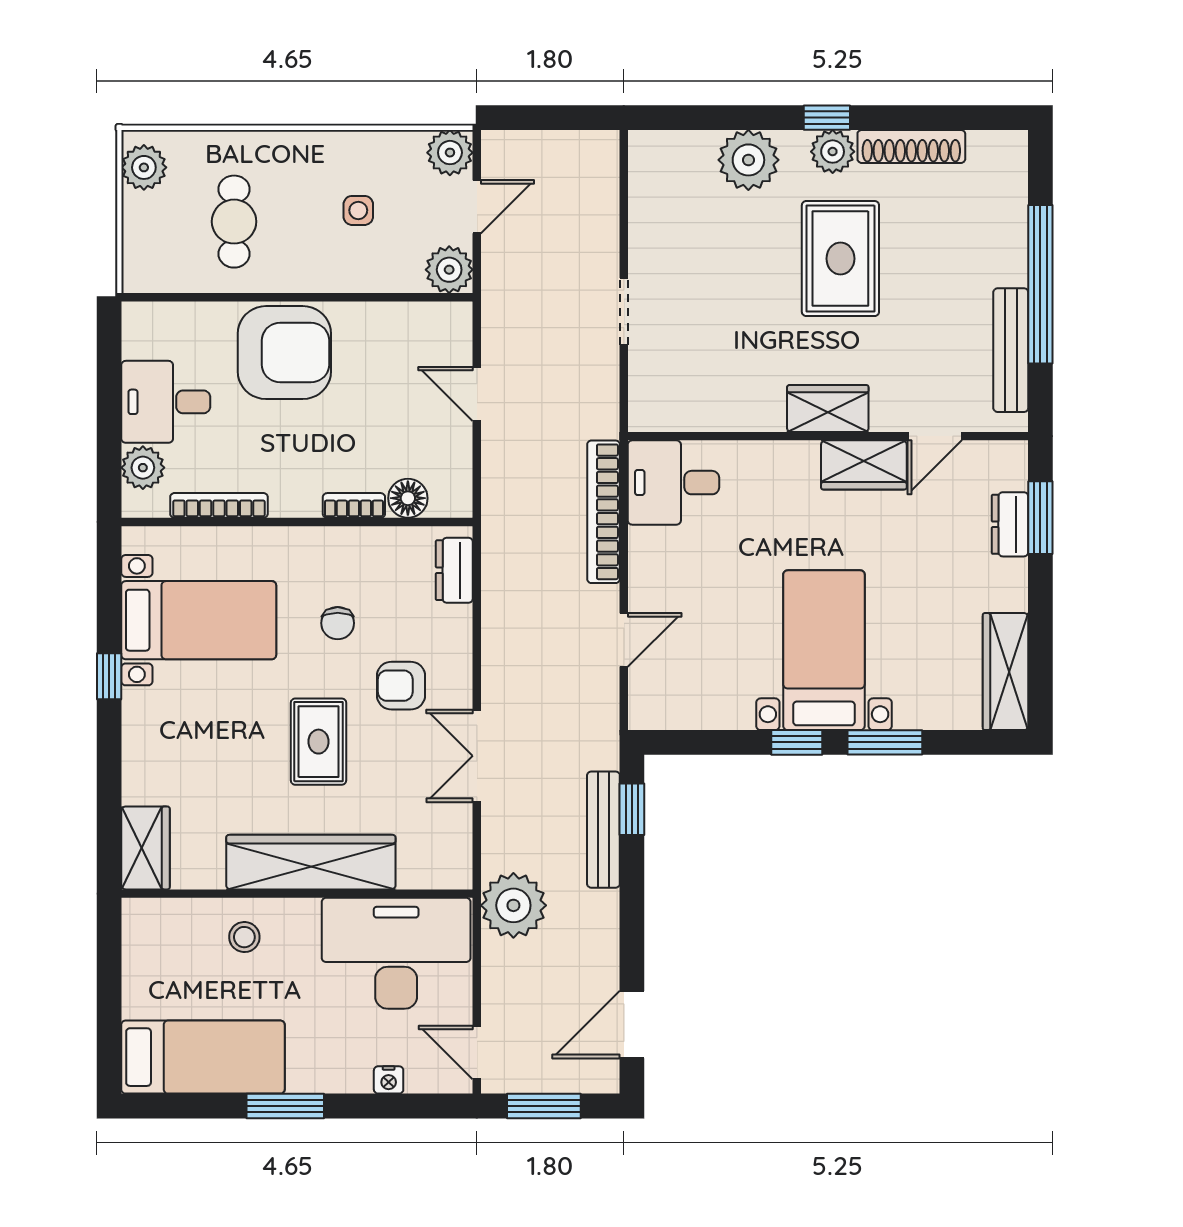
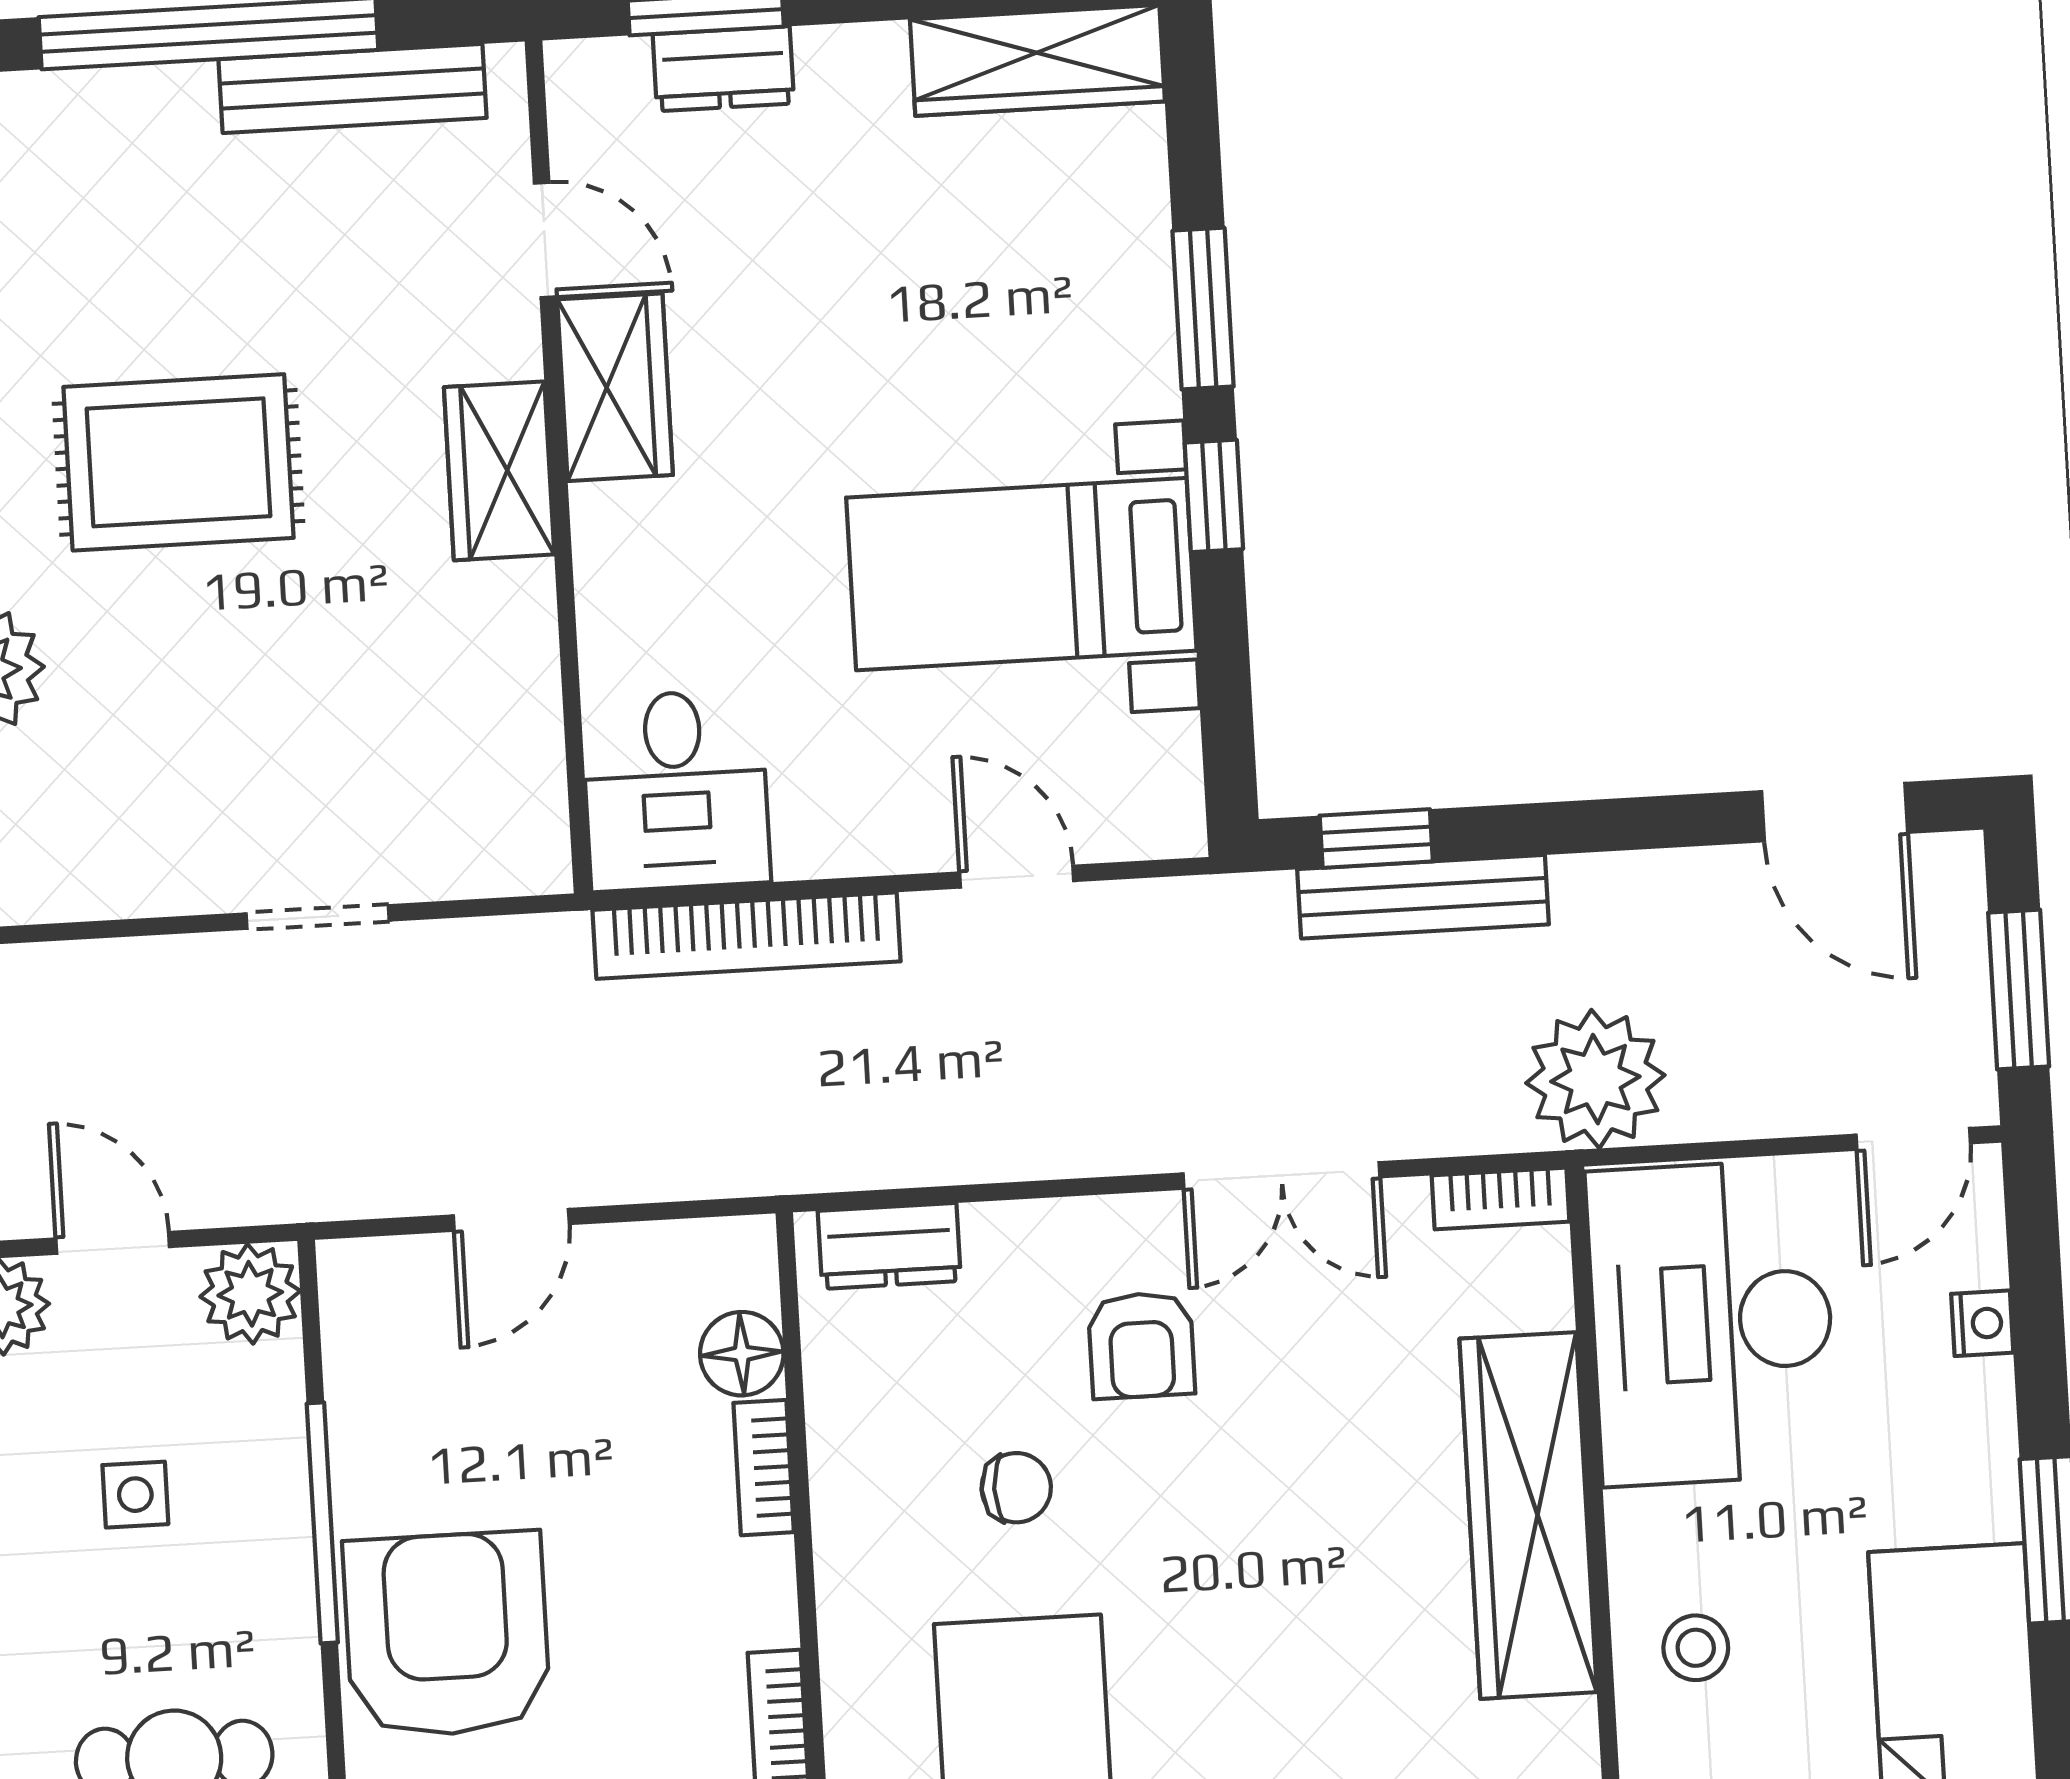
window: (340, 297) -> (322, 1523), added
bed with nightstands: (824, 650) -> (1021, 574), moved
rug: (318, 742) -> (1271, 1514), removed
bookcase: (460, 858) -> (1501, 1199), added

